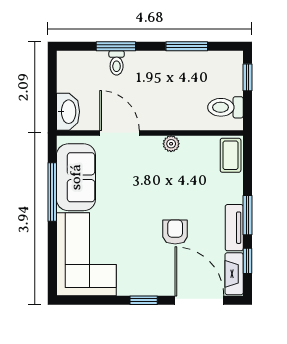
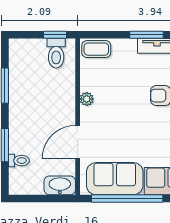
toilet: (117, 63) -> (19, 161), moved
window: (247, 77) -> (55, 35), moved
window: (52, 192) -> (127, 199), width x1.46

